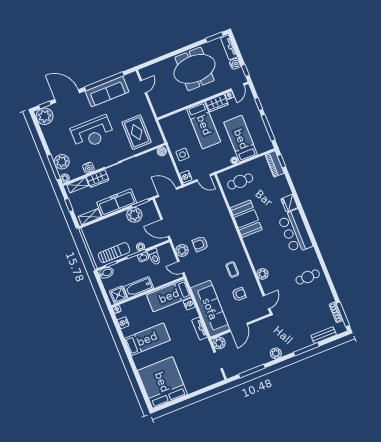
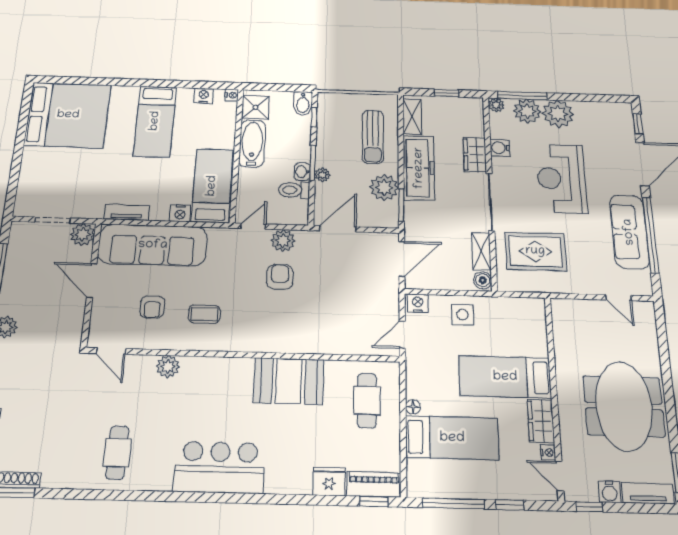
plant: (45, 116) -> (558, 114), moved
shelving: (78, 185) -> (481, 251), moved
fridge: (289, 203) -> (329, 481), moved
sun lounger: (114, 253) -> (373, 137), moved

